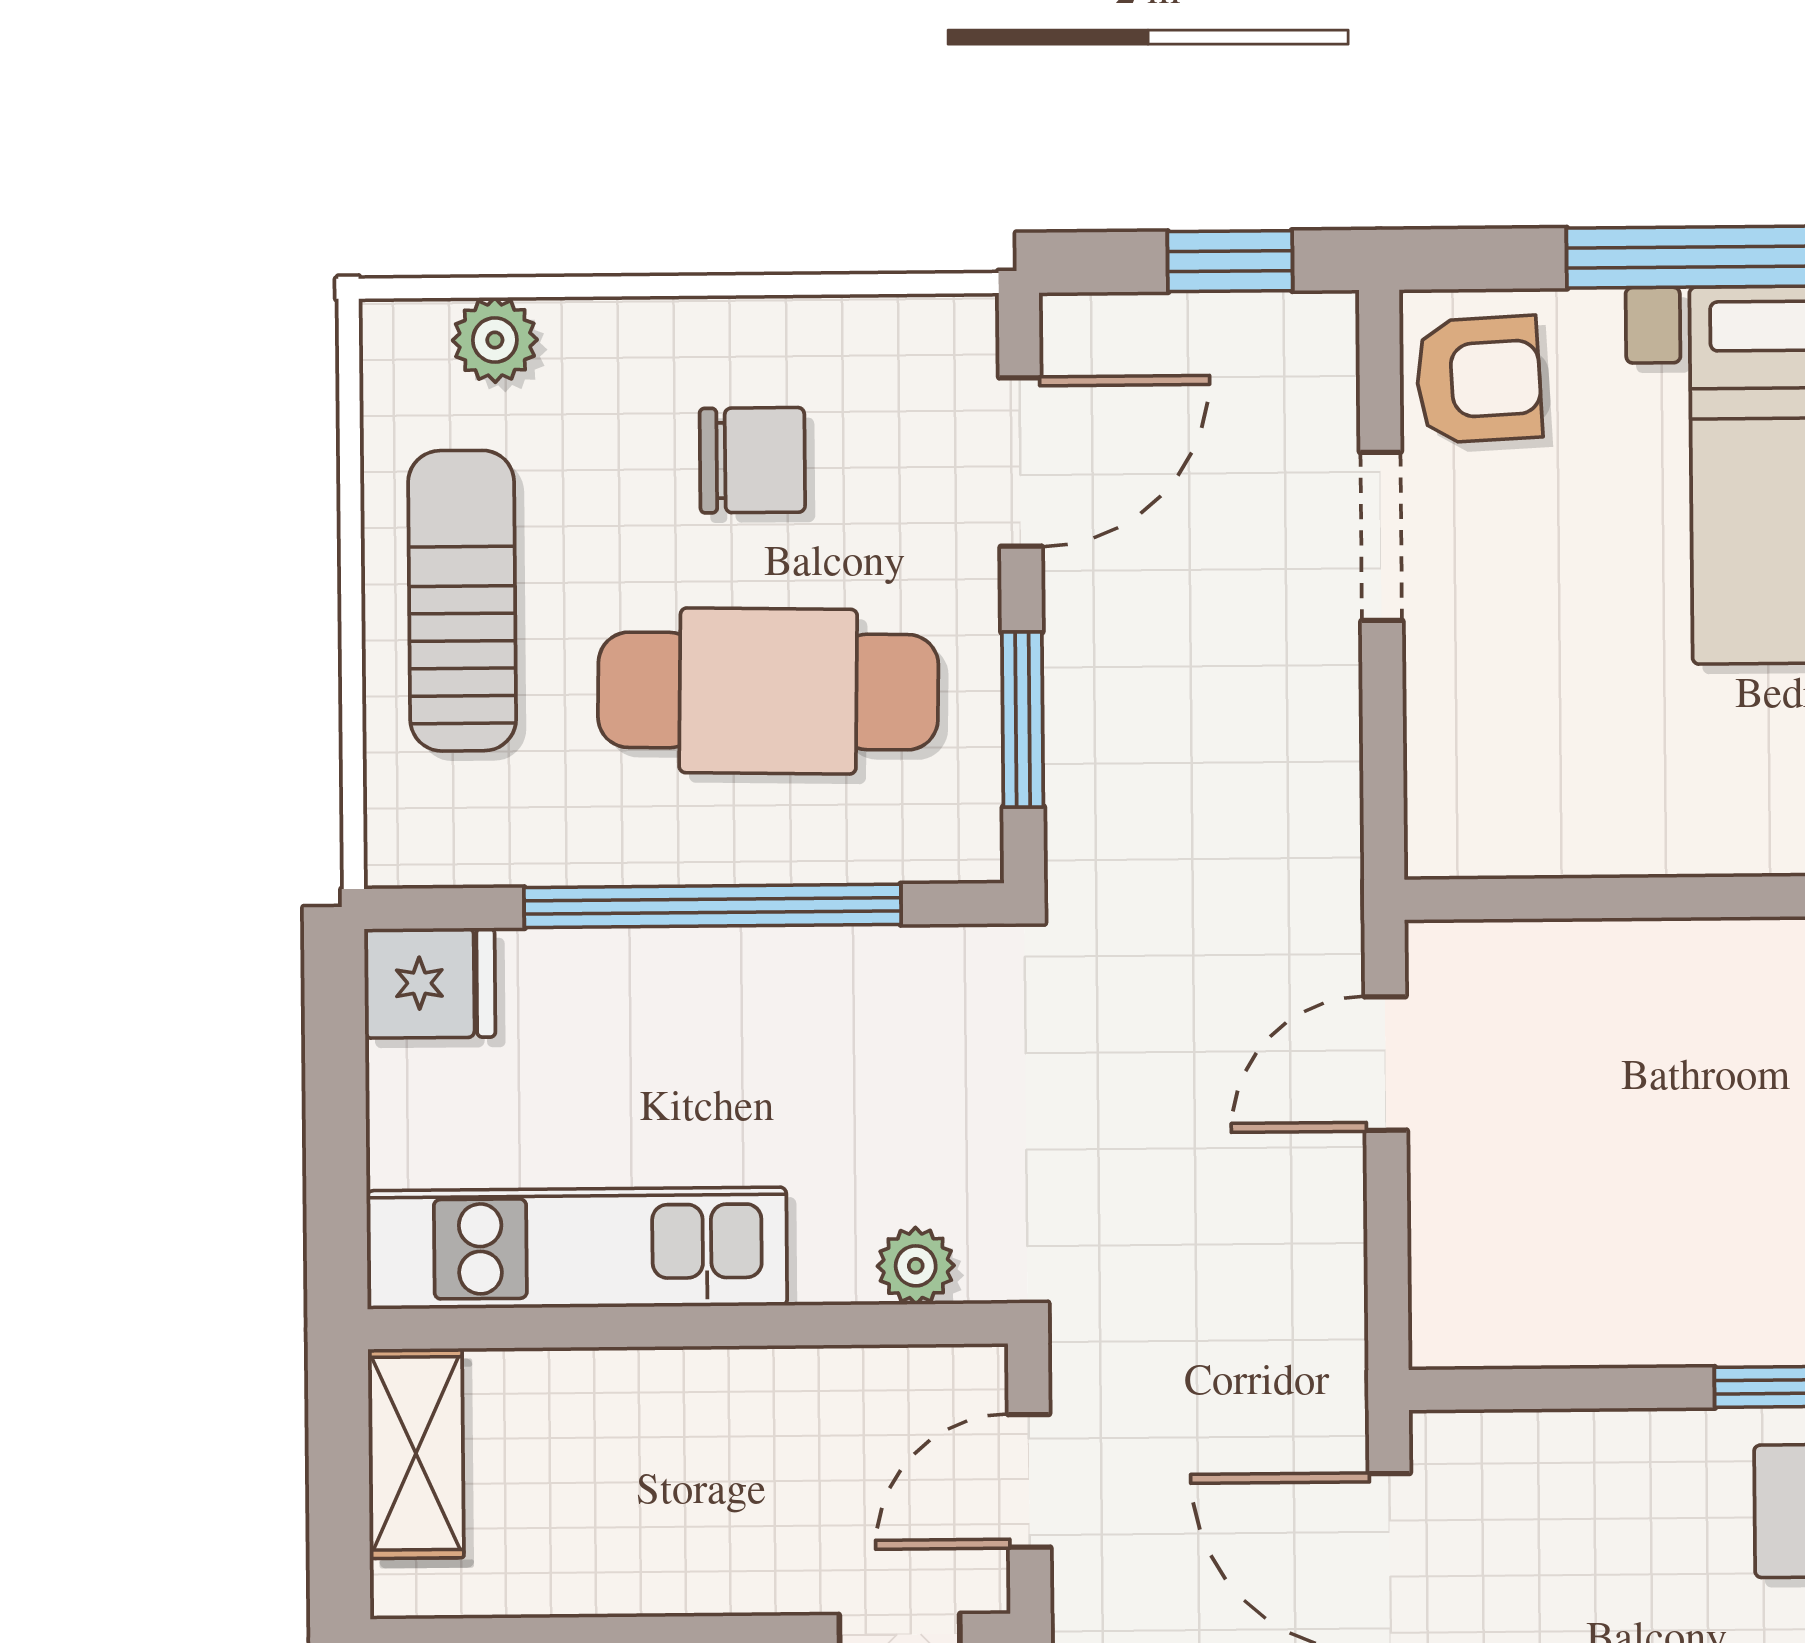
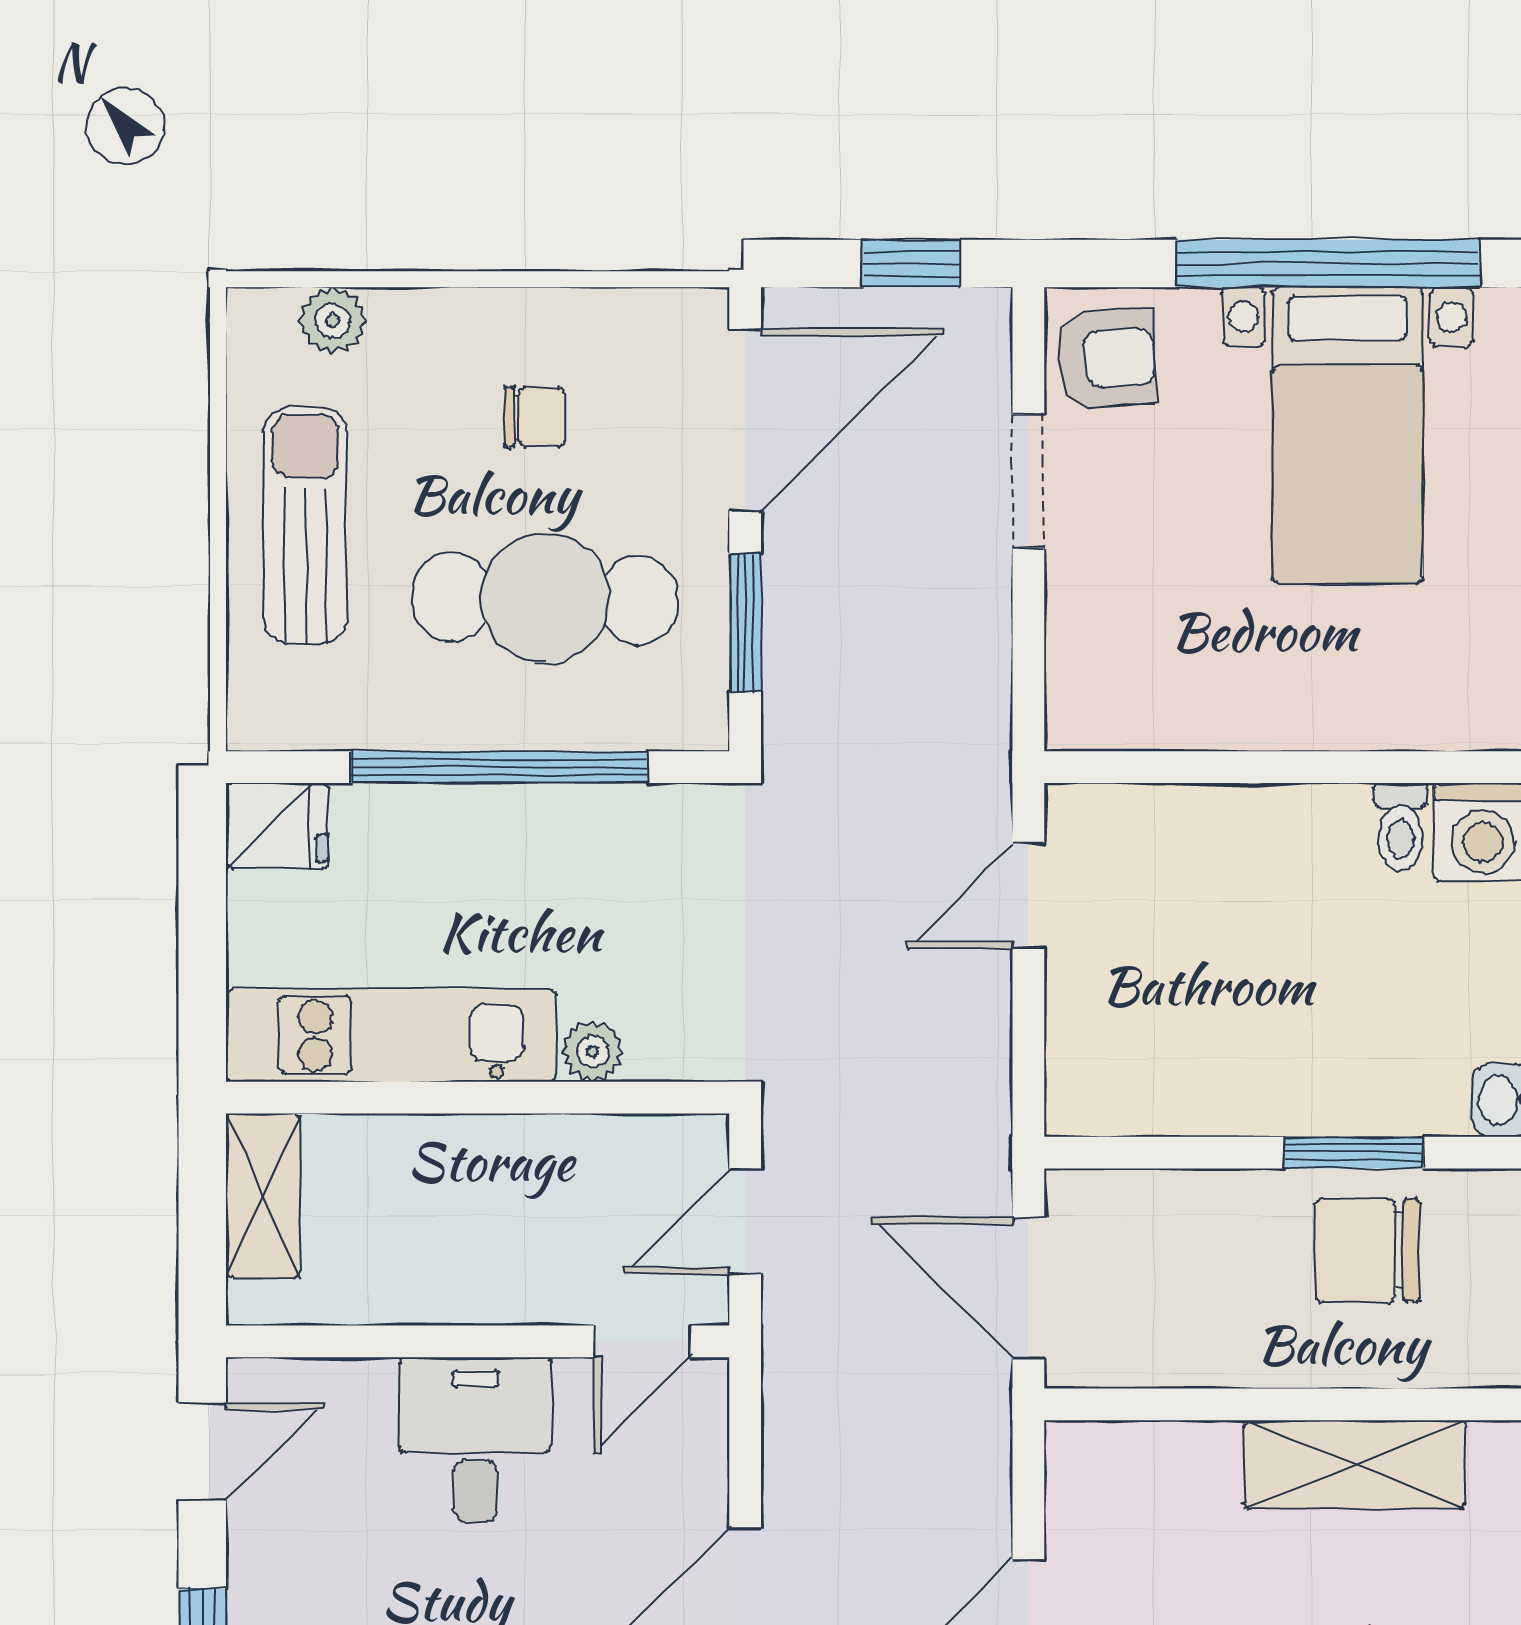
chair: (752, 460) -> (534, 417), width x0.73, depth x0.73
door: (1020, 462) -> (745, 420), width x1.36
plant: (916, 1266) -> (593, 1052), moved

